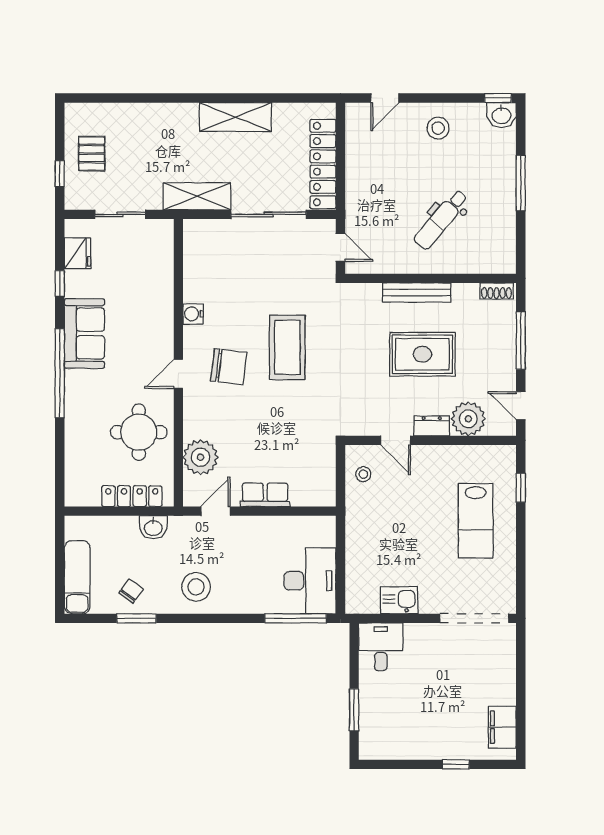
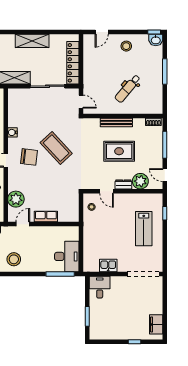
coffee table: (287, 347) -> (56, 148), turned -43

